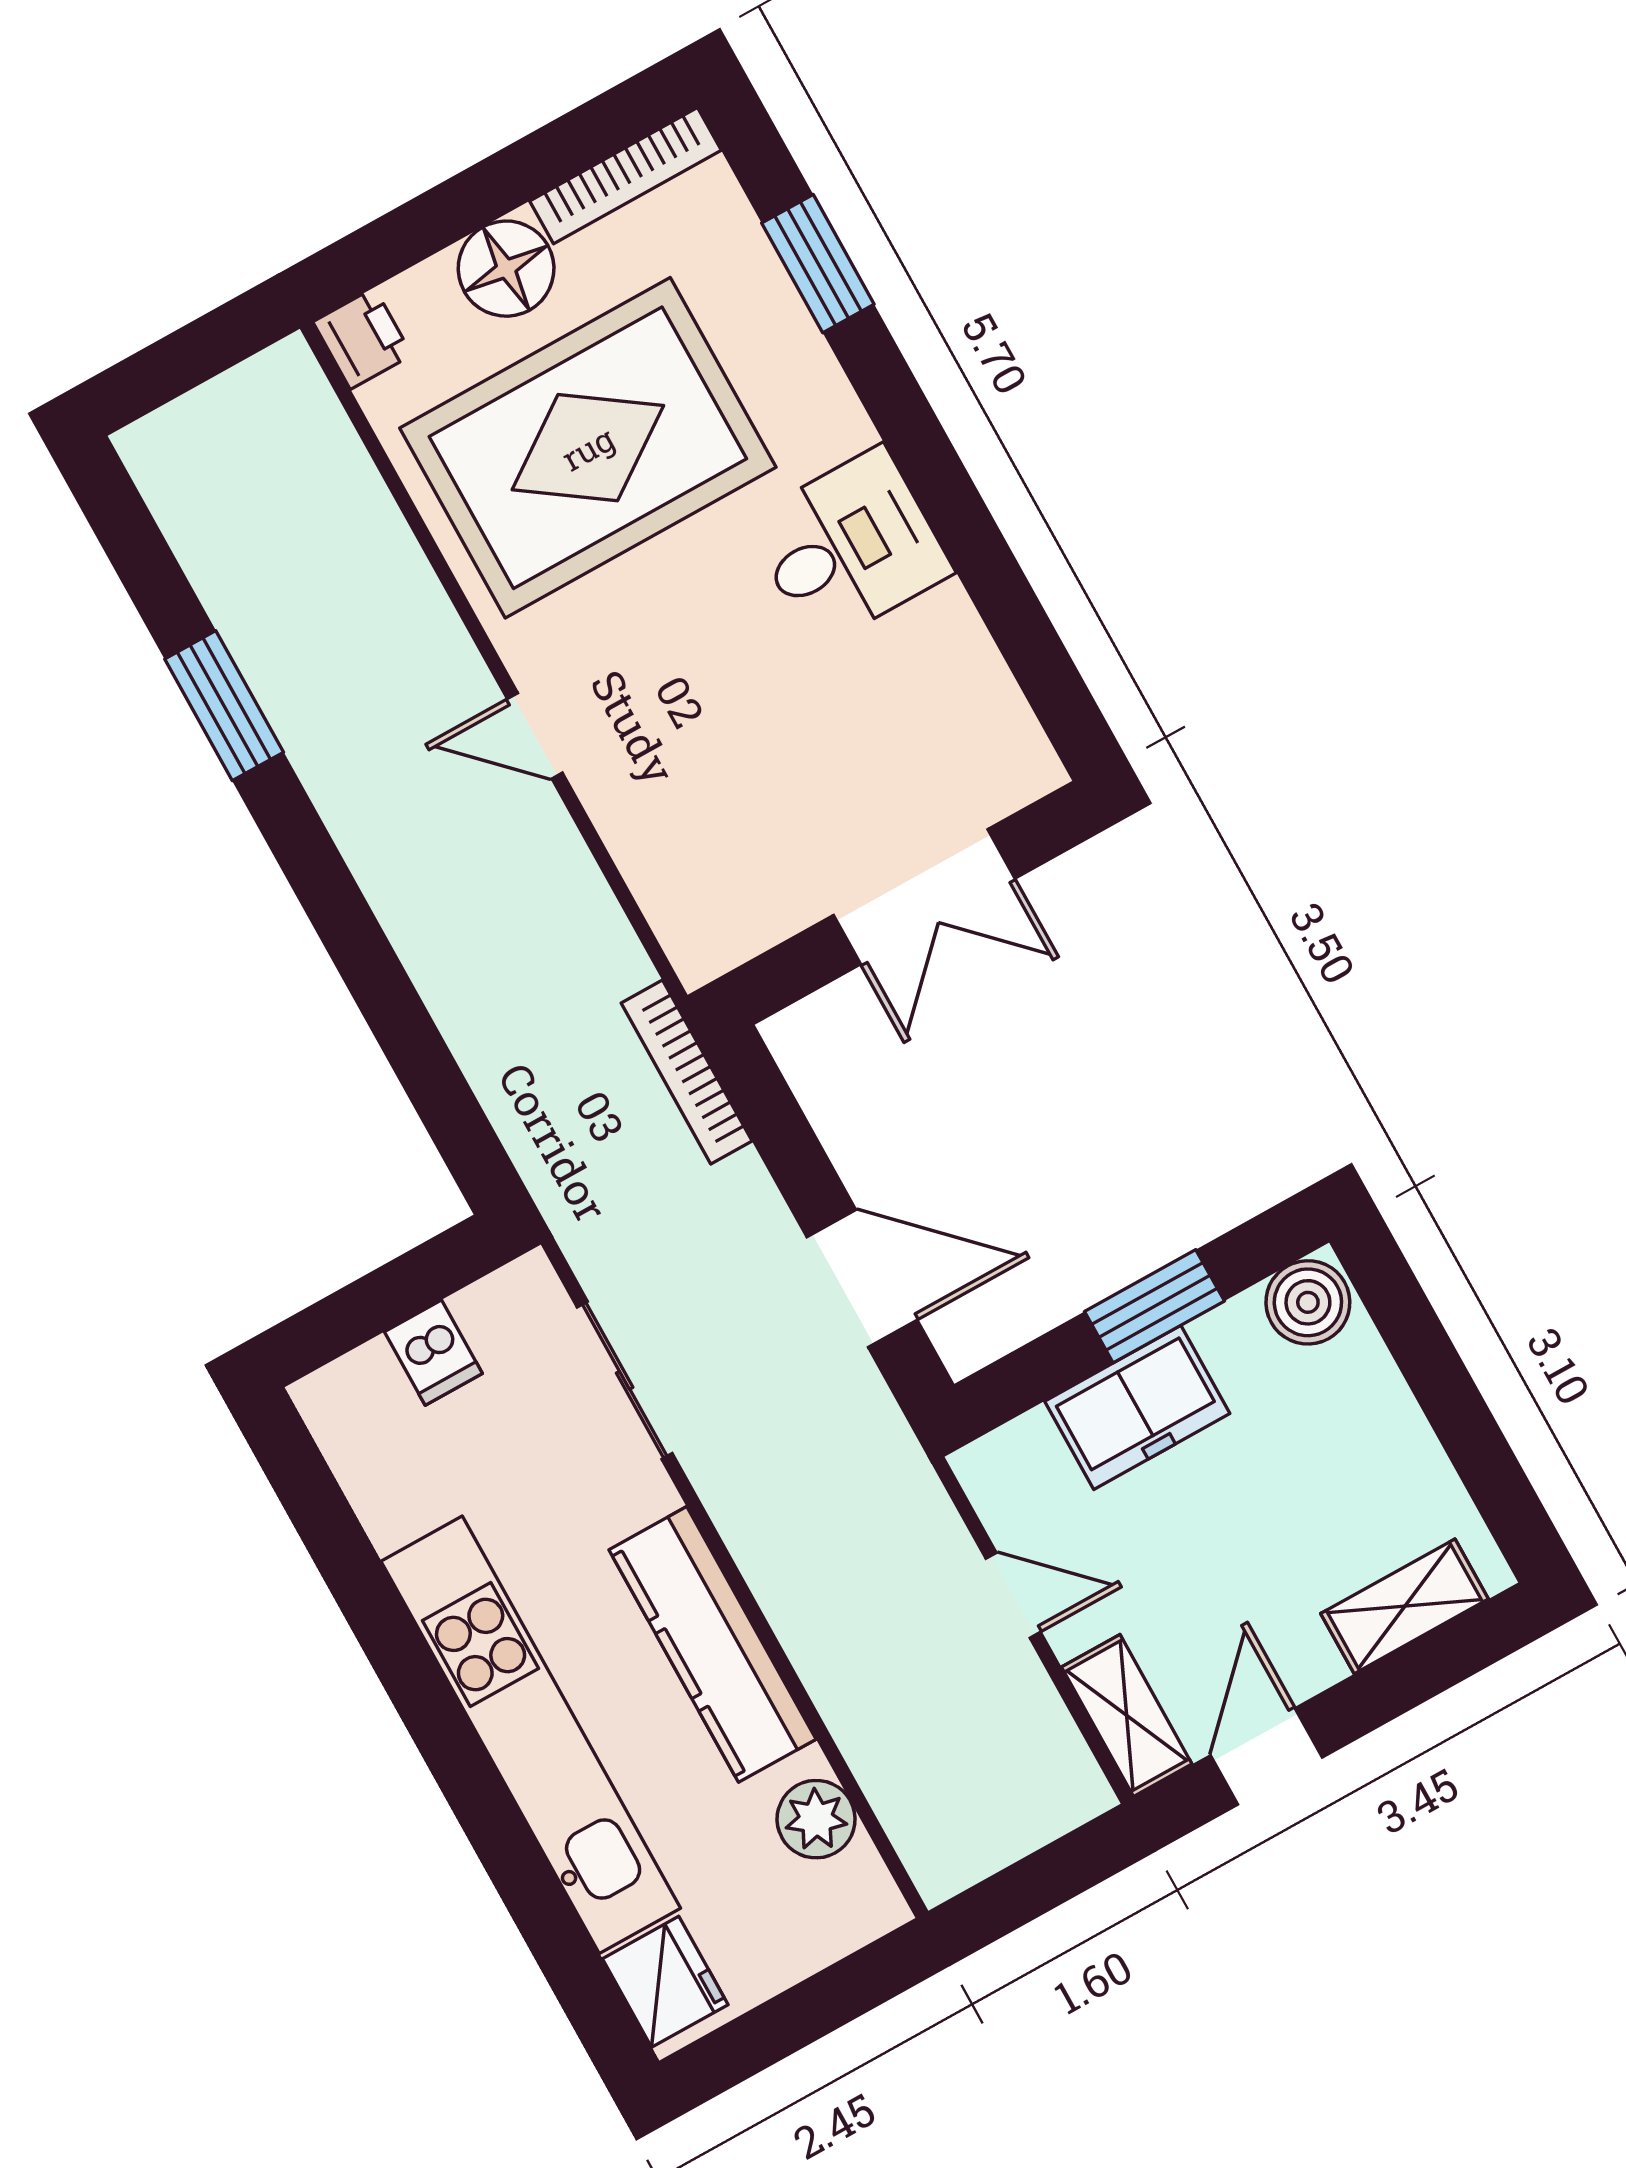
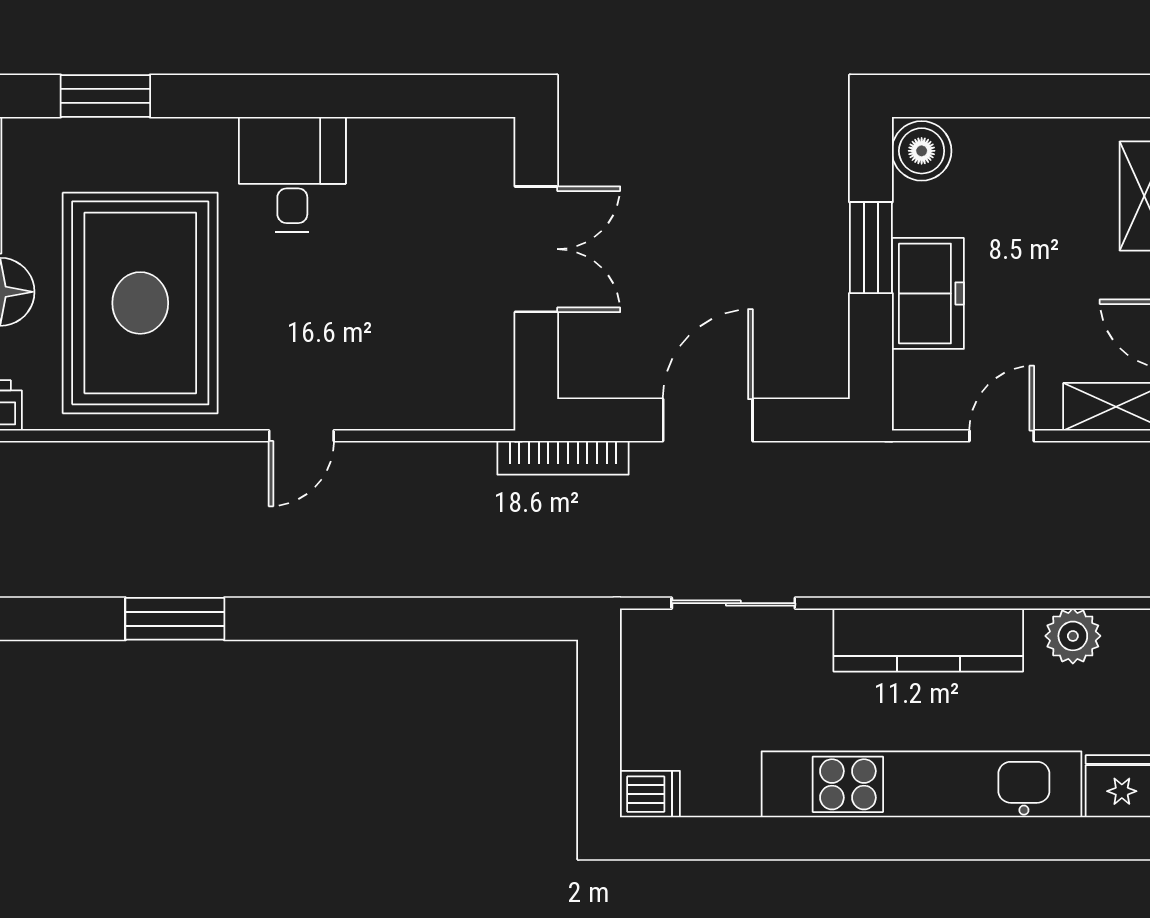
door: (862, 1278) -> (708, 420), moved
dishwasher: (433, 1353) -> (650, 794), moved

